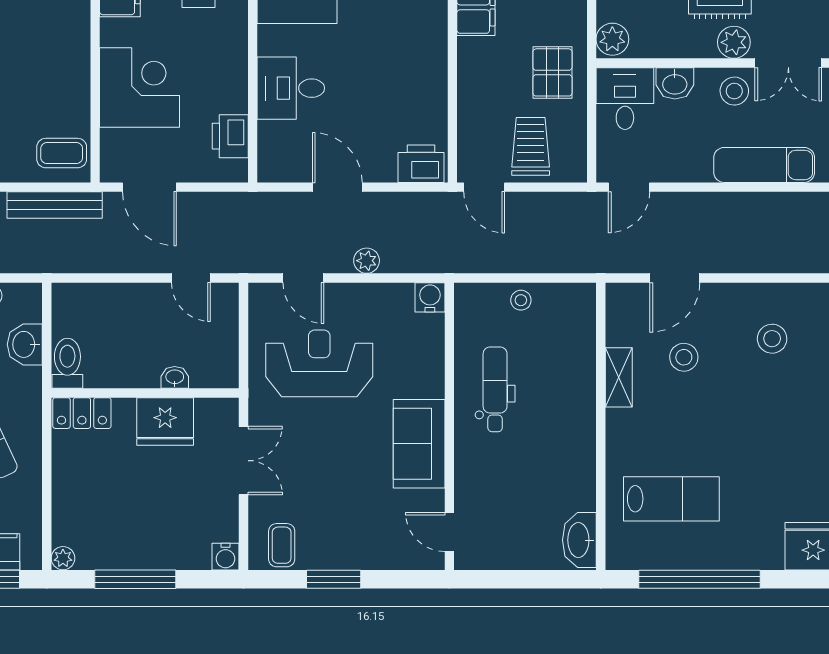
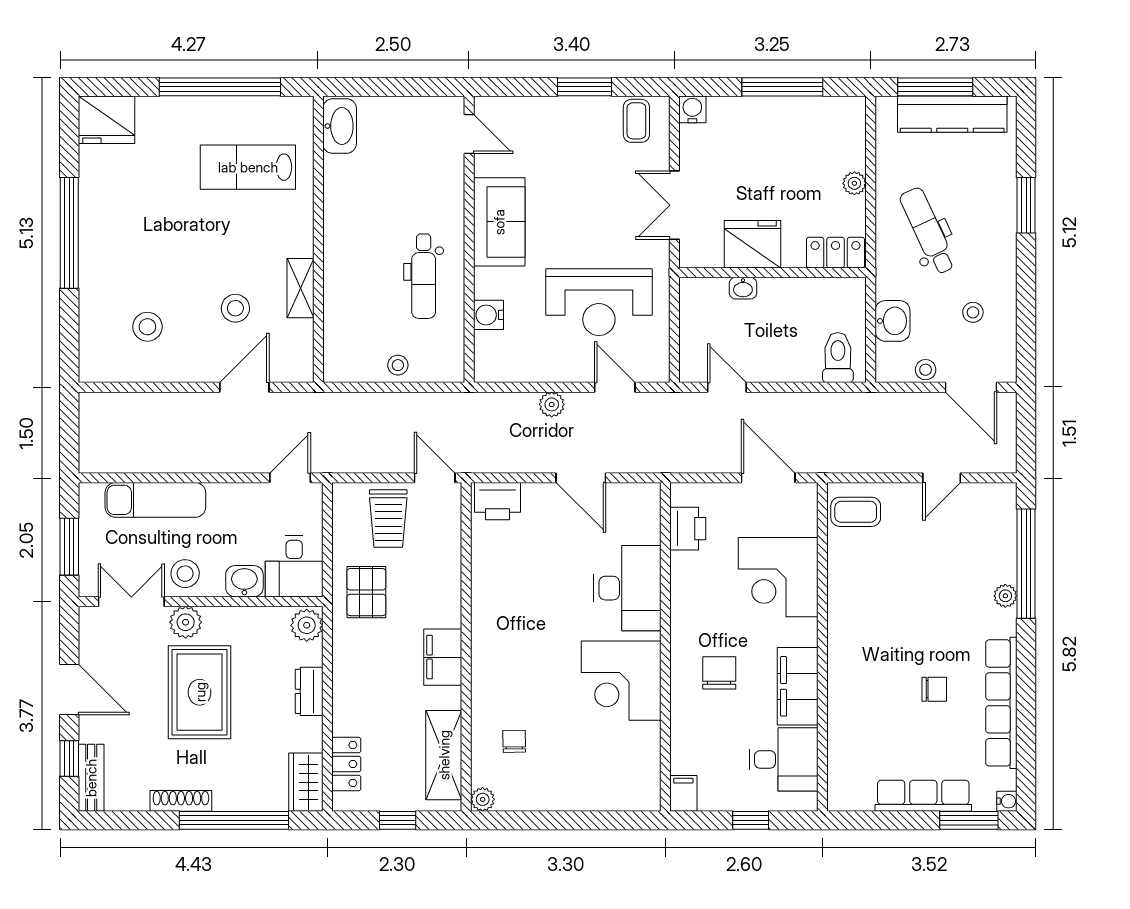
desk: (291, 88) -> (627, 588), width x1.37
bench: (55, 205) -> (863, 460), removed
water cooler: (430, 297) -> (489, 315), moved, turned 90
toilet: (67, 363) -> (838, 358), moved, turned 180
plant: (63, 558) -> (854, 183), moved

